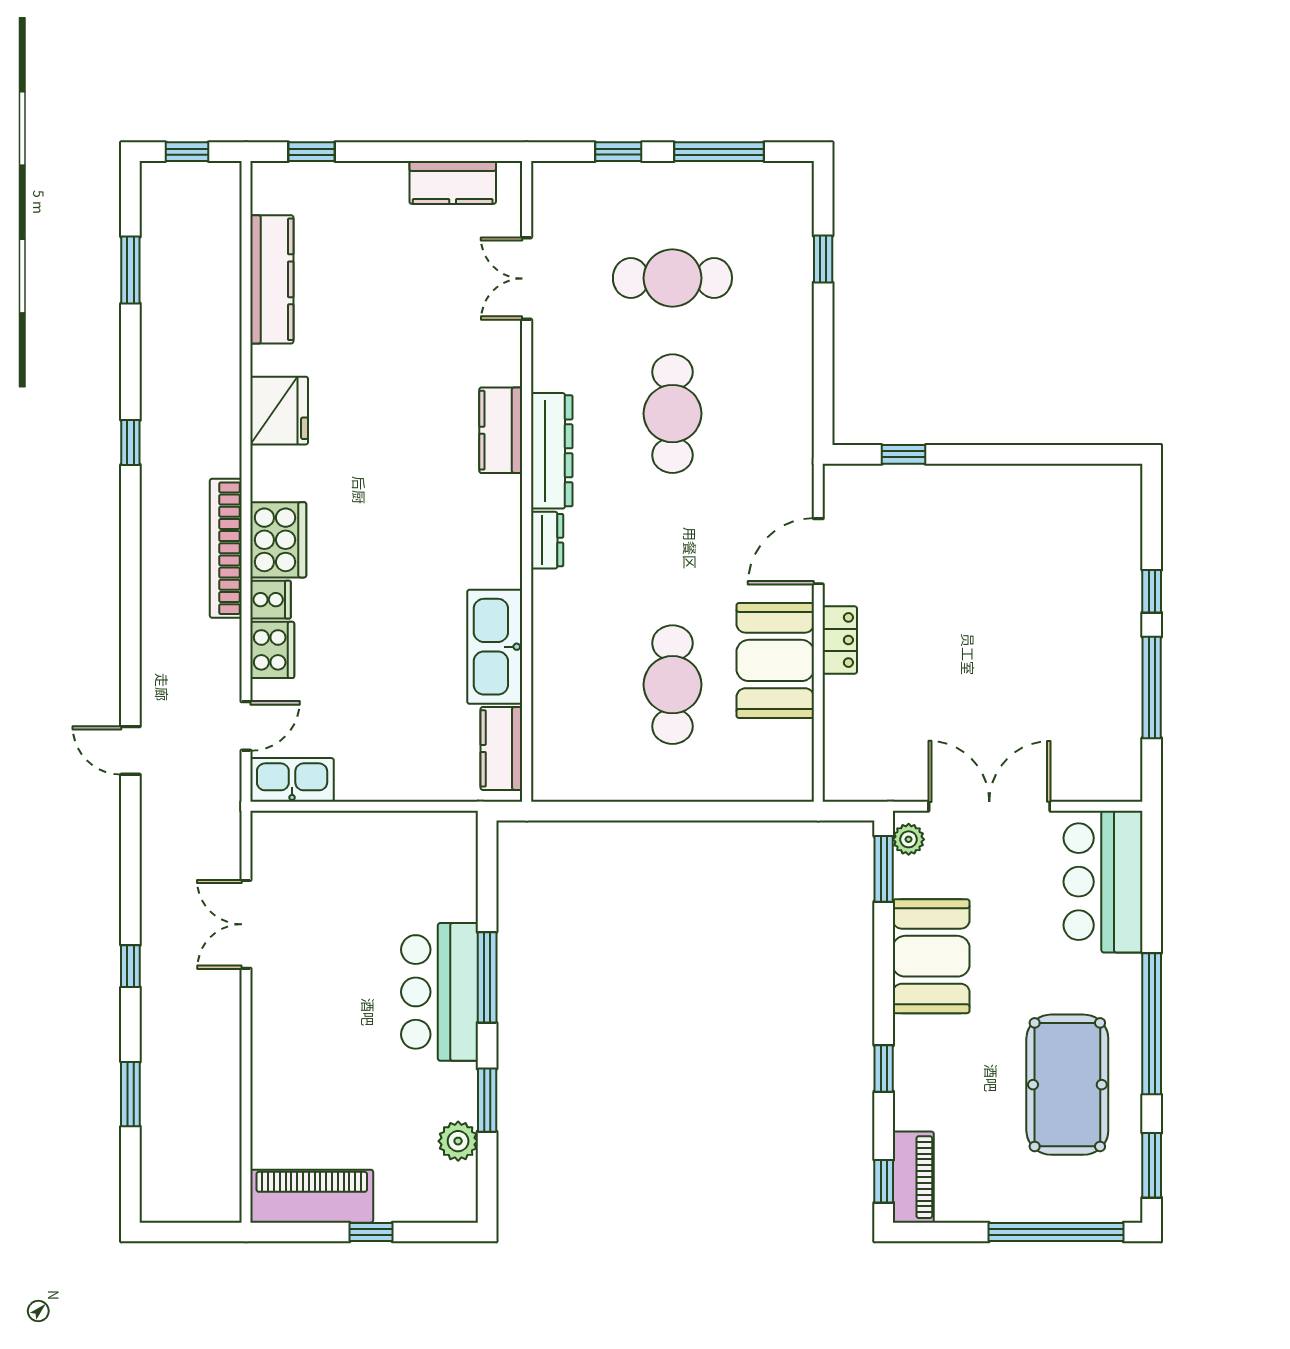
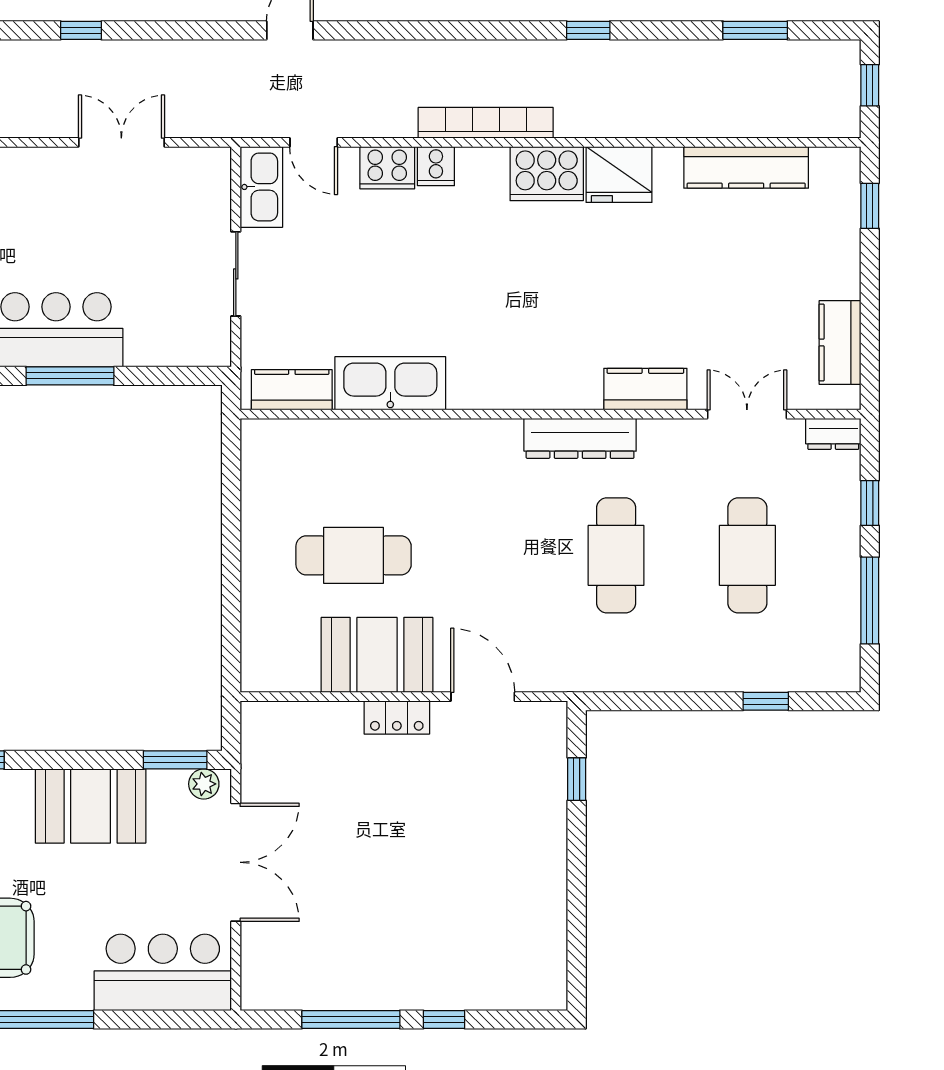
cafe table: (672, 414) -> (616, 555), turned 90
kitchen counter: (501, 430) -> (645, 389), moved
cooker: (278, 540) -> (547, 174), moved
dresser: (547, 540) -> (833, 434), moved
sliding door: (382, 806) -> (236, 274), added

